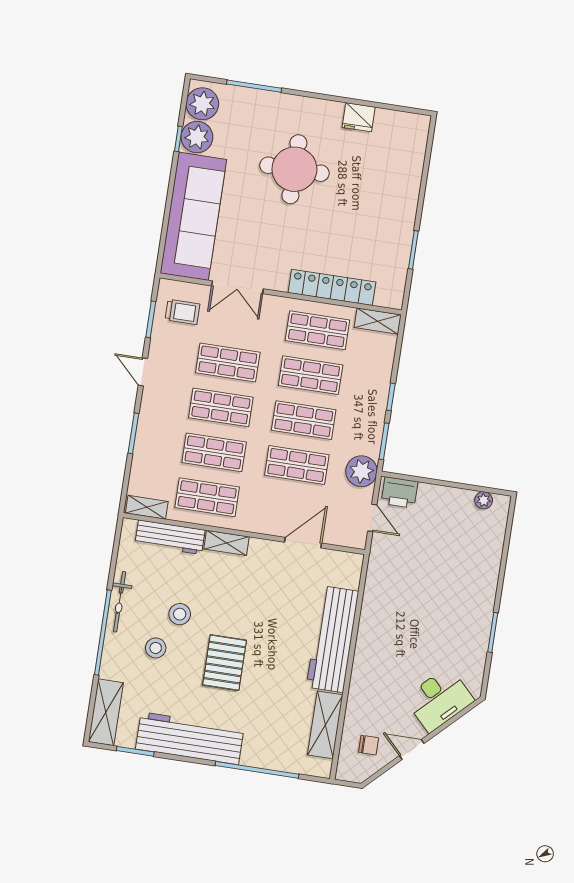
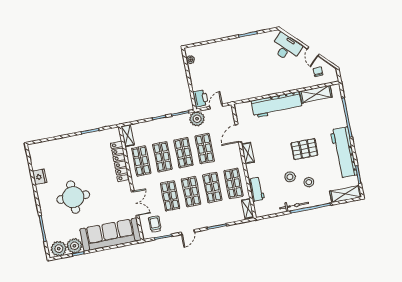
workbench: (170, 537) -> (256, 189), width x0.73
shelving: (227, 543) -> (248, 153), moved
door: (303, 543) -> (238, 133), hinge flipped

